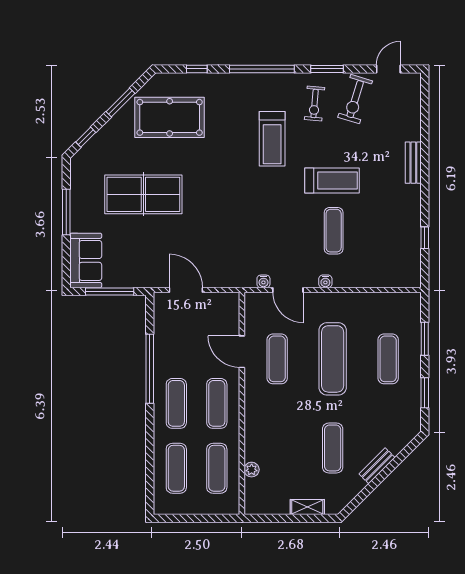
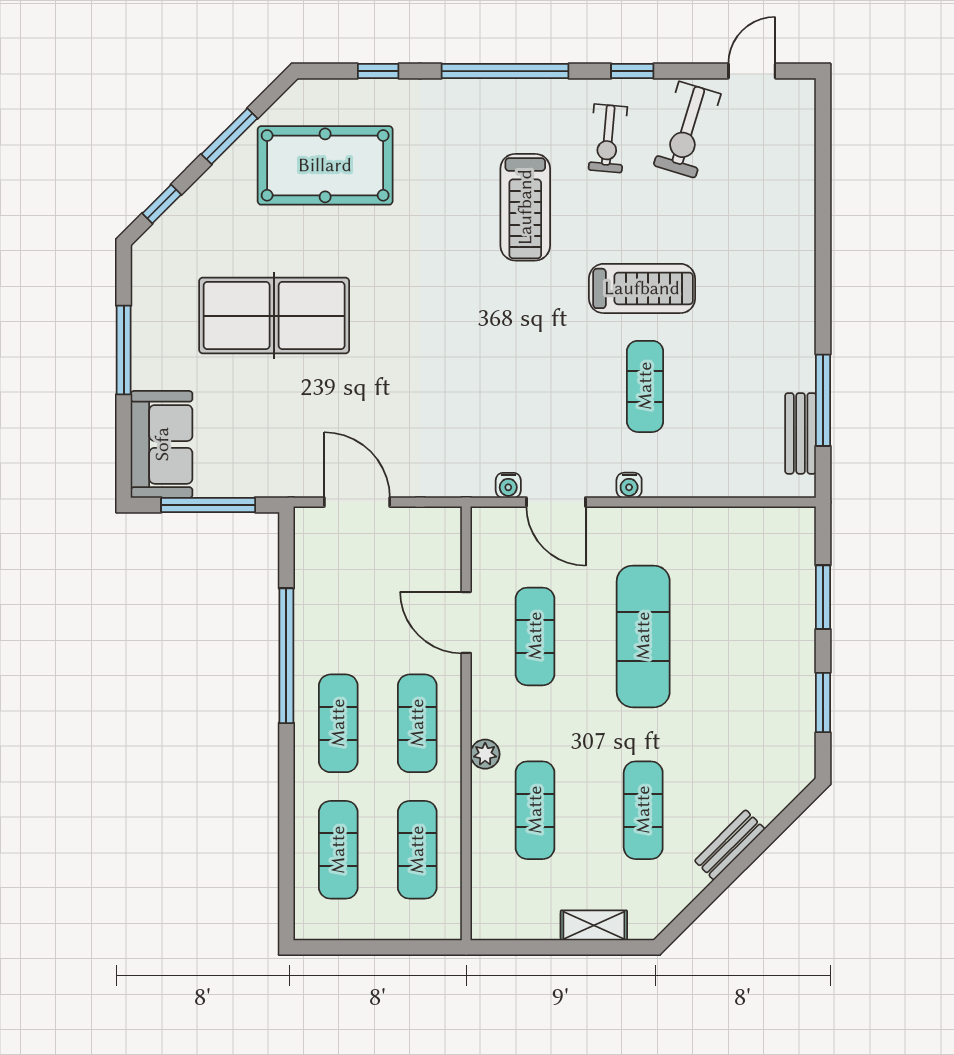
window: (327, 69) -> (632, 71), width x0.67
bench: (413, 163) -> (801, 433), moved
window: (425, 238) -> (823, 400), width x2.17
exercise mat: (388, 359) -> (535, 810), moved
plant: (252, 470) -> (485, 754), moved

